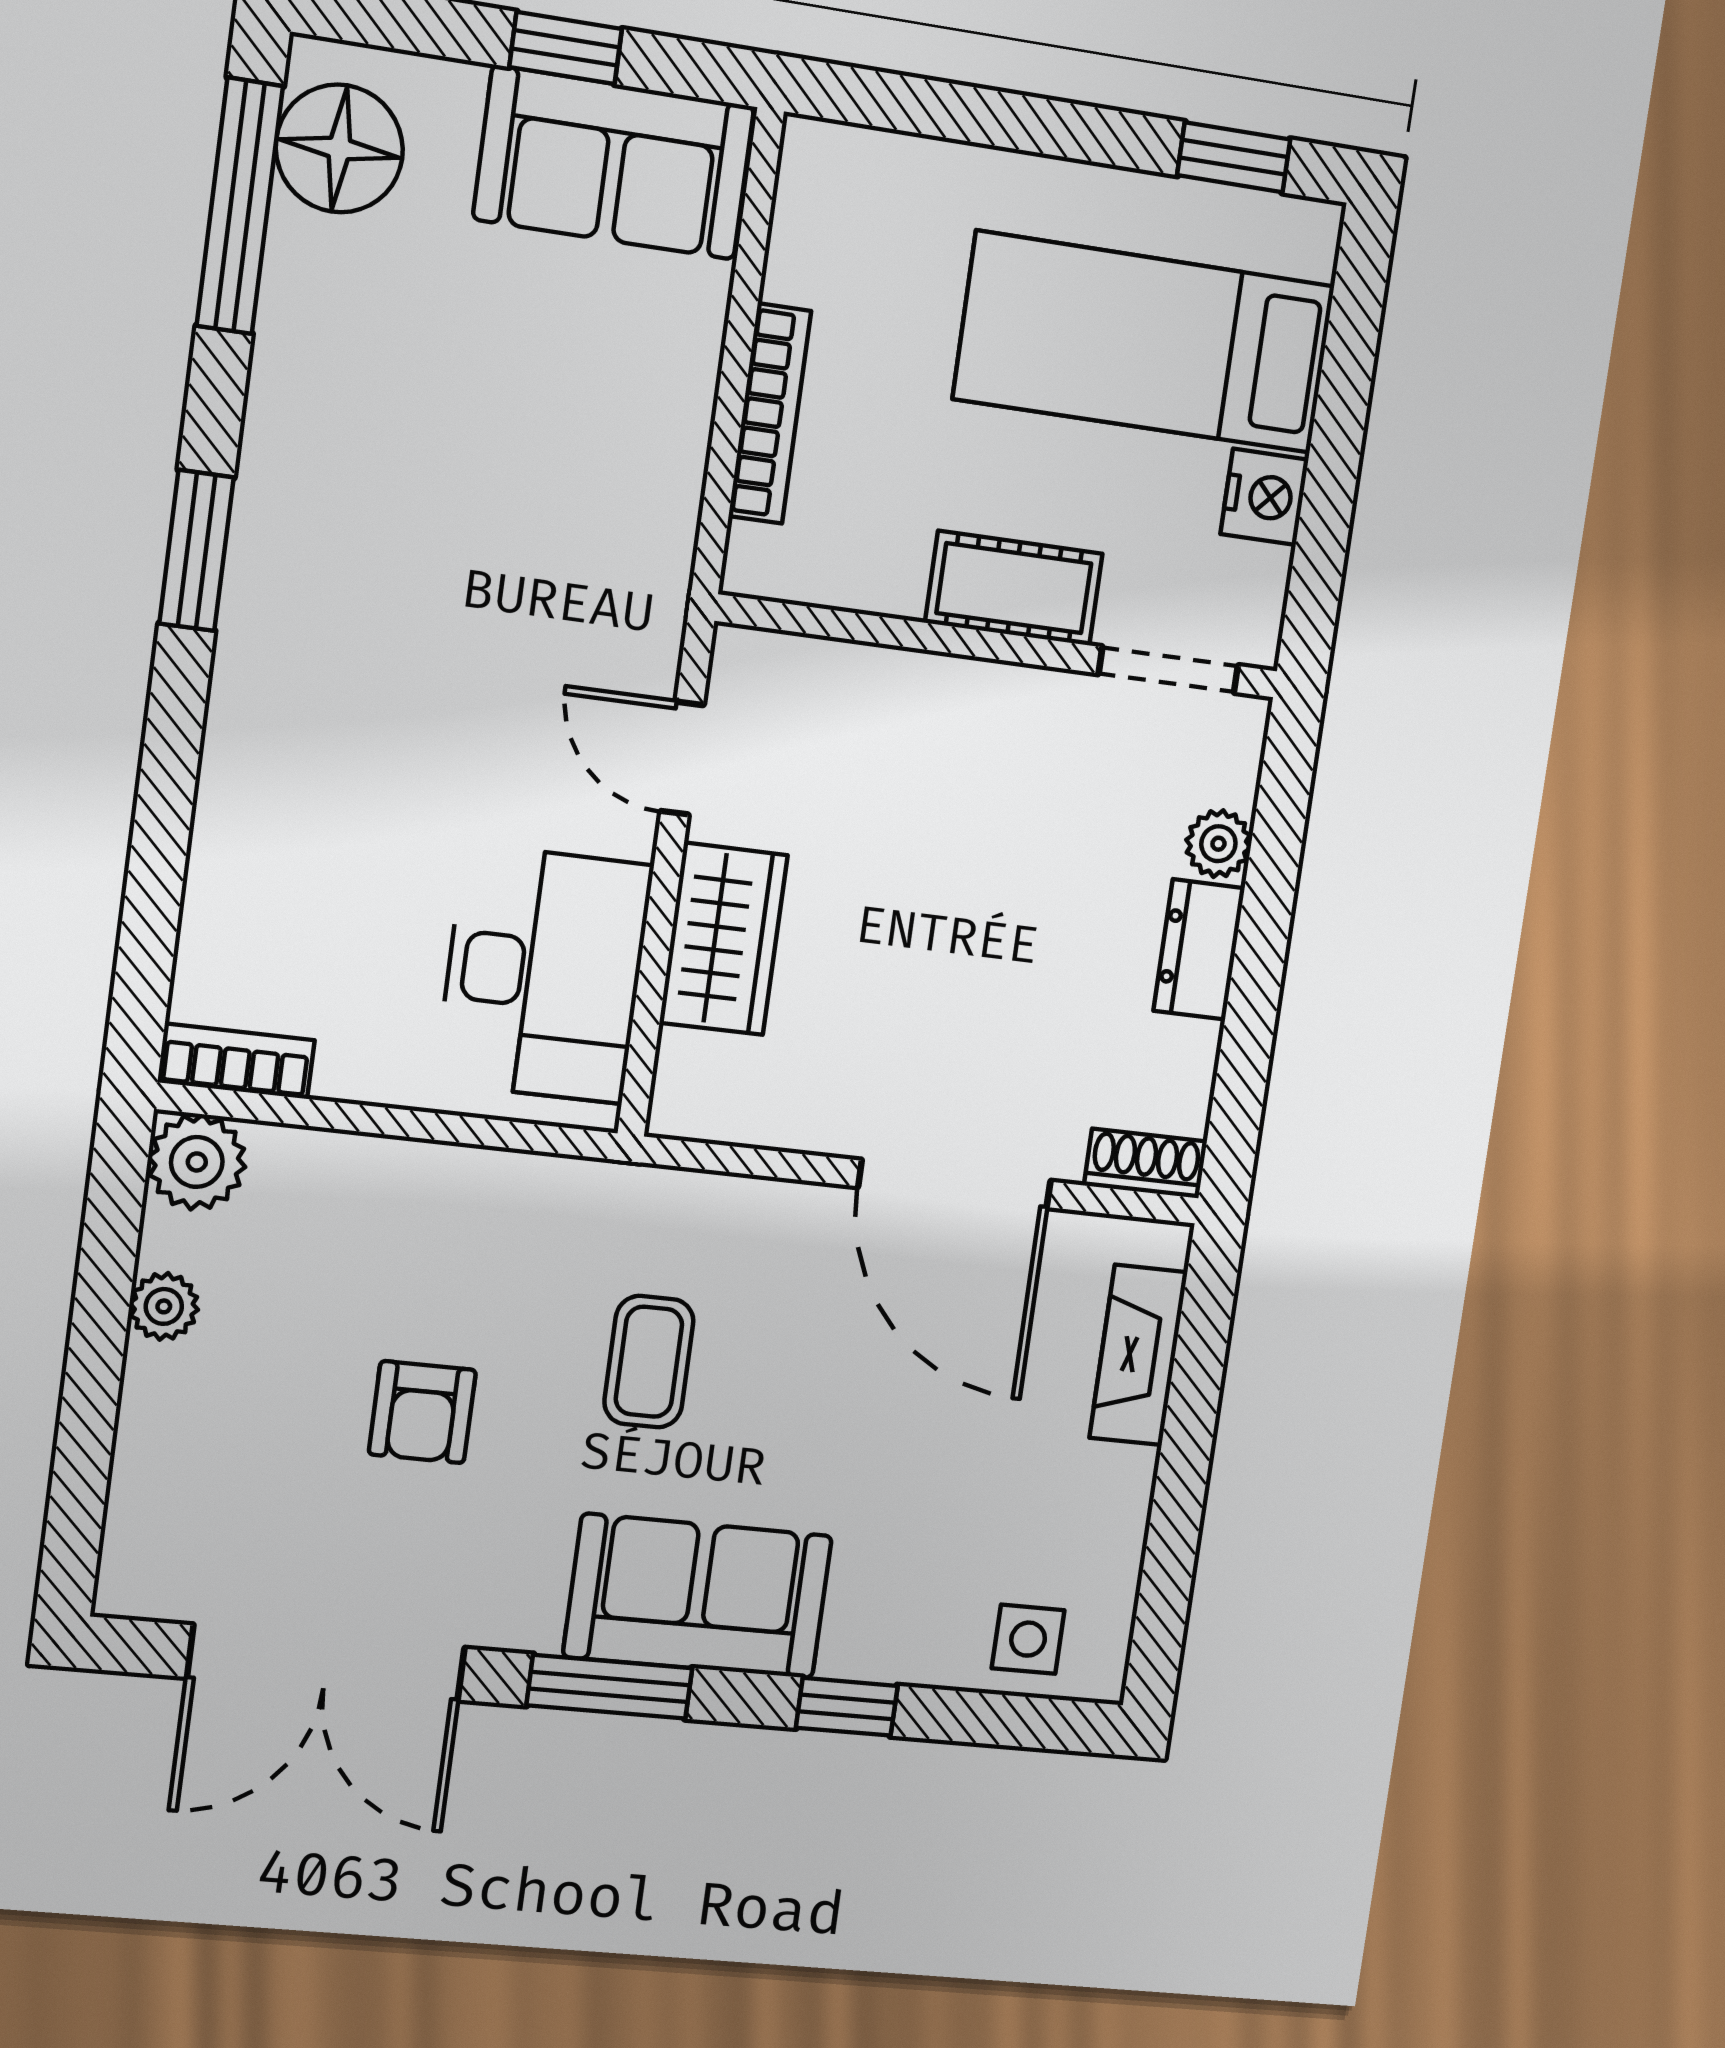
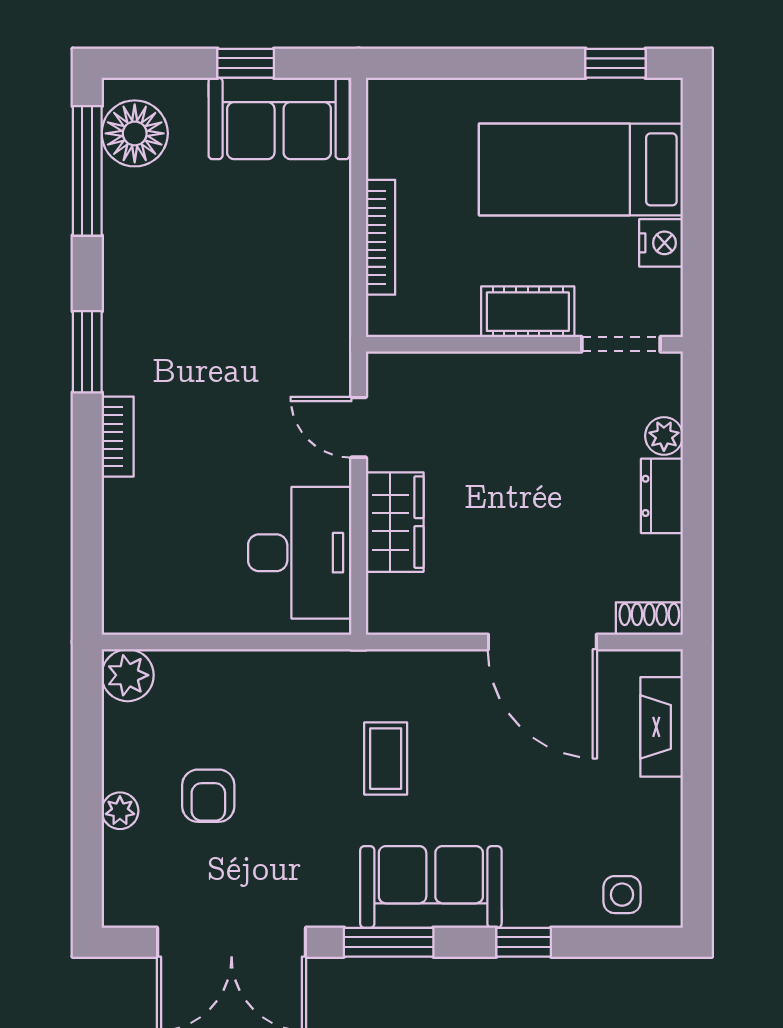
bookcase: (236, 1061) -> (118, 437), moved, turned 90
plant: (164, 1306) -> (120, 811), moved
armchair: (422, 1412) -> (208, 796), moved

